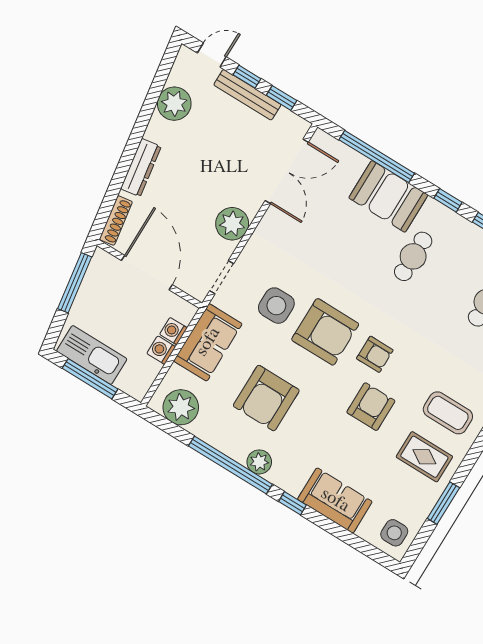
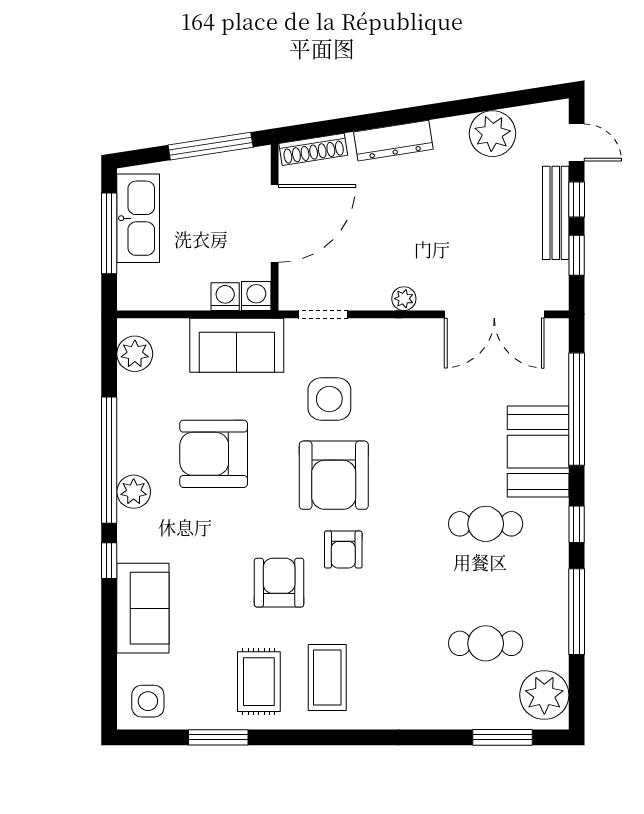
plant: (232, 224) -> (404, 299), width x0.53, depth x0.53
washing machine: (161, 350) -> (256, 296), moved
plant: (181, 407) -> (135, 354), width x0.73, depth x0.73
armchair: (371, 407) -> (279, 583), turned -90

